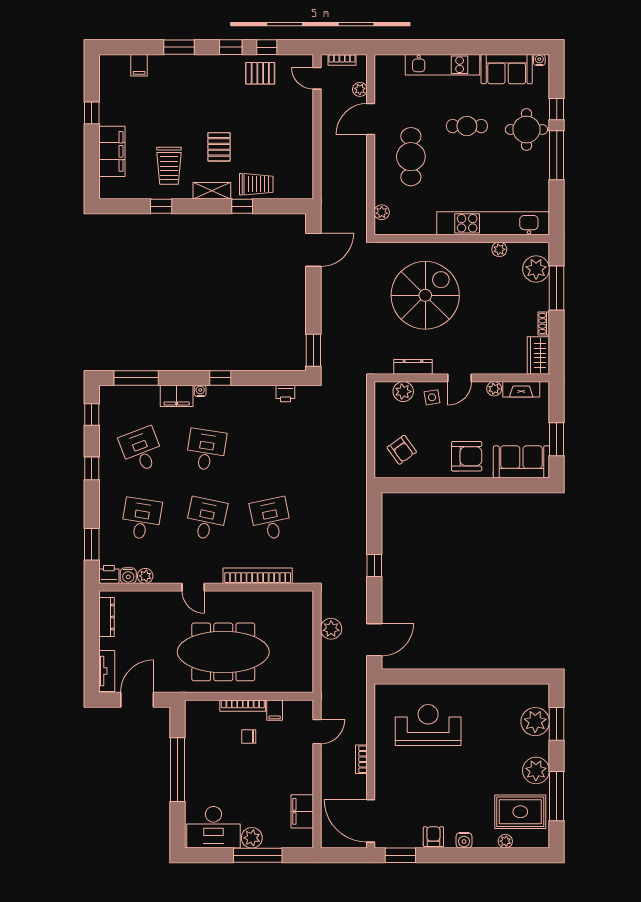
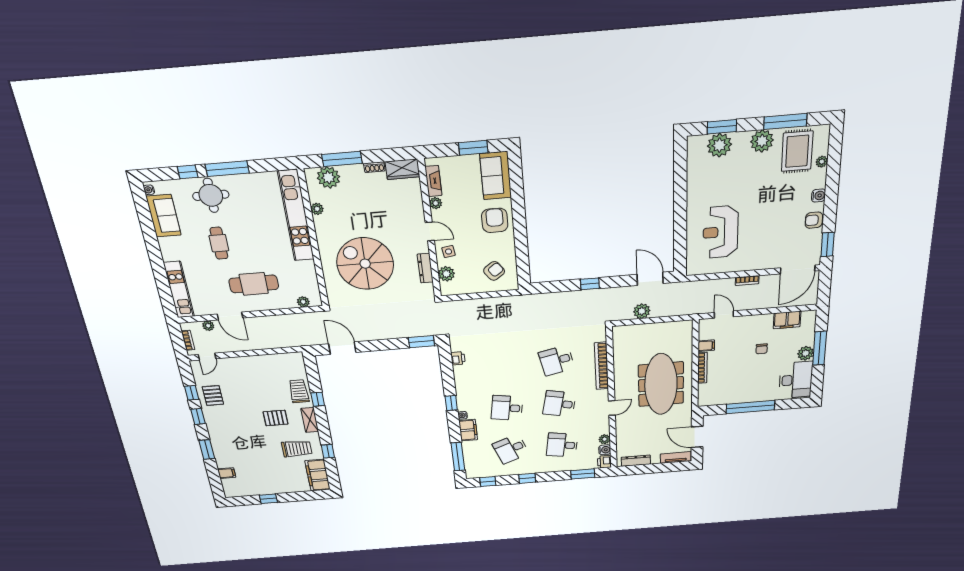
kitchen unit: (442, 65) -> (179, 290), moved
filing cabinet: (112, 151) -> (318, 475), moved, turned -90
chair: (249, 737) -> (762, 349), moved

